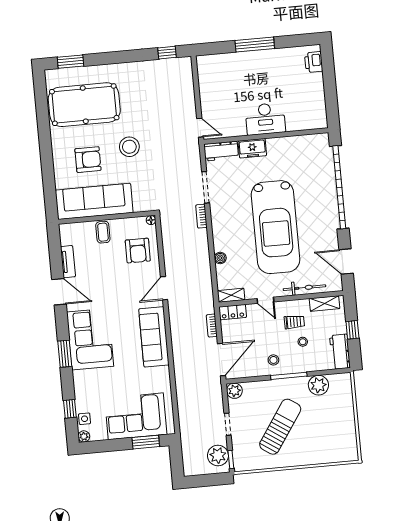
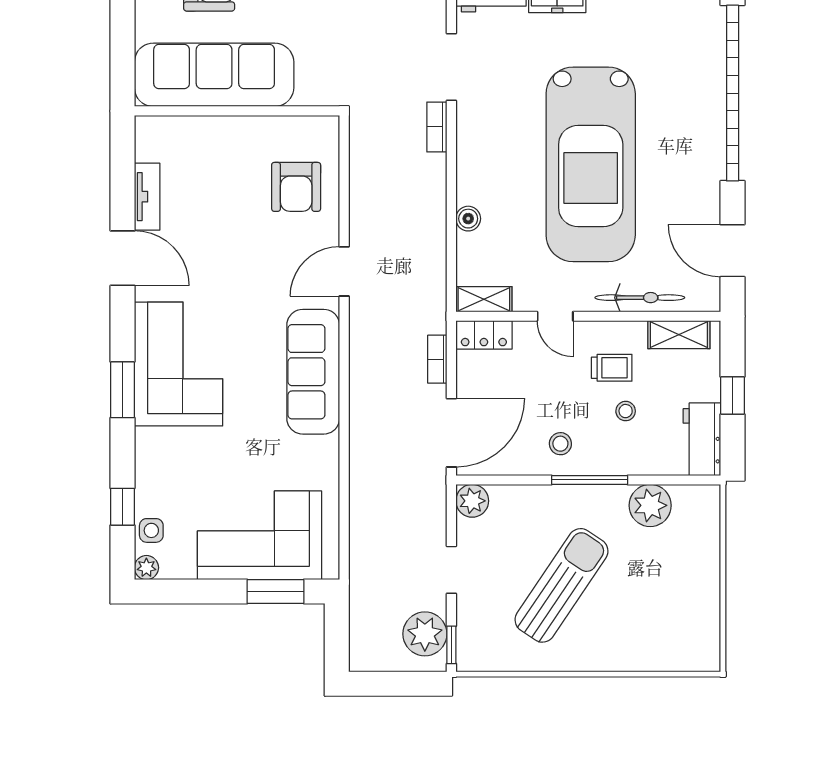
floor lamp: (151, 220) -> (330, 125), removed
coffee table: (103, 232) -> (226, 141), removed

